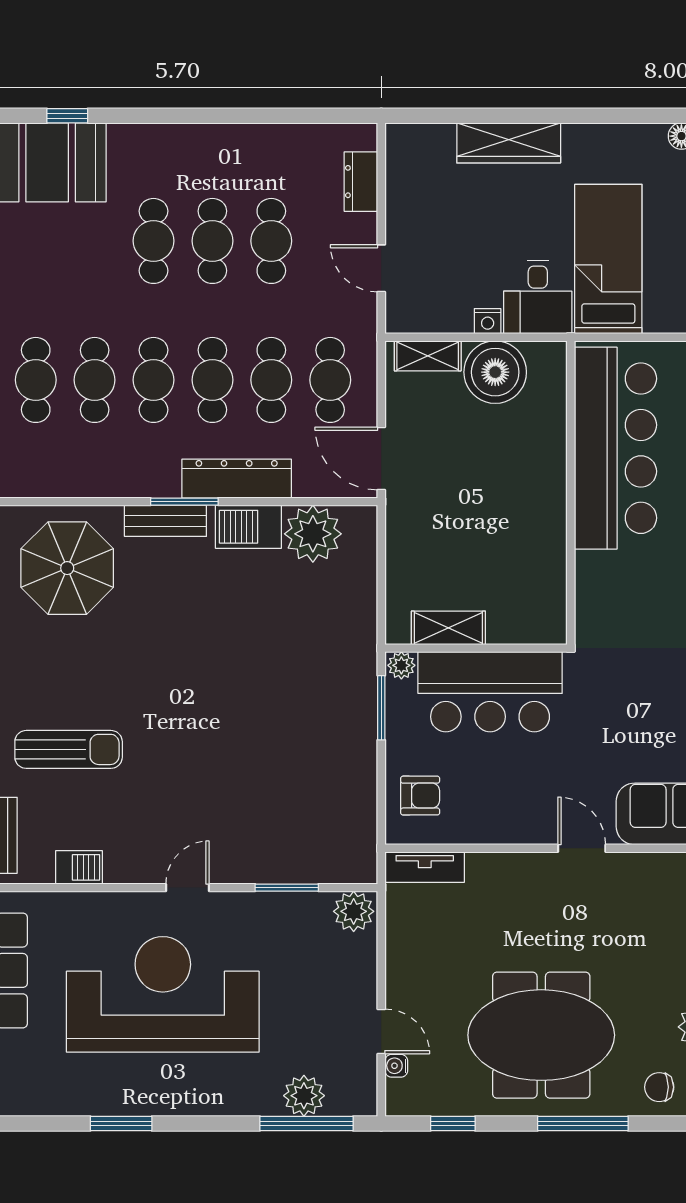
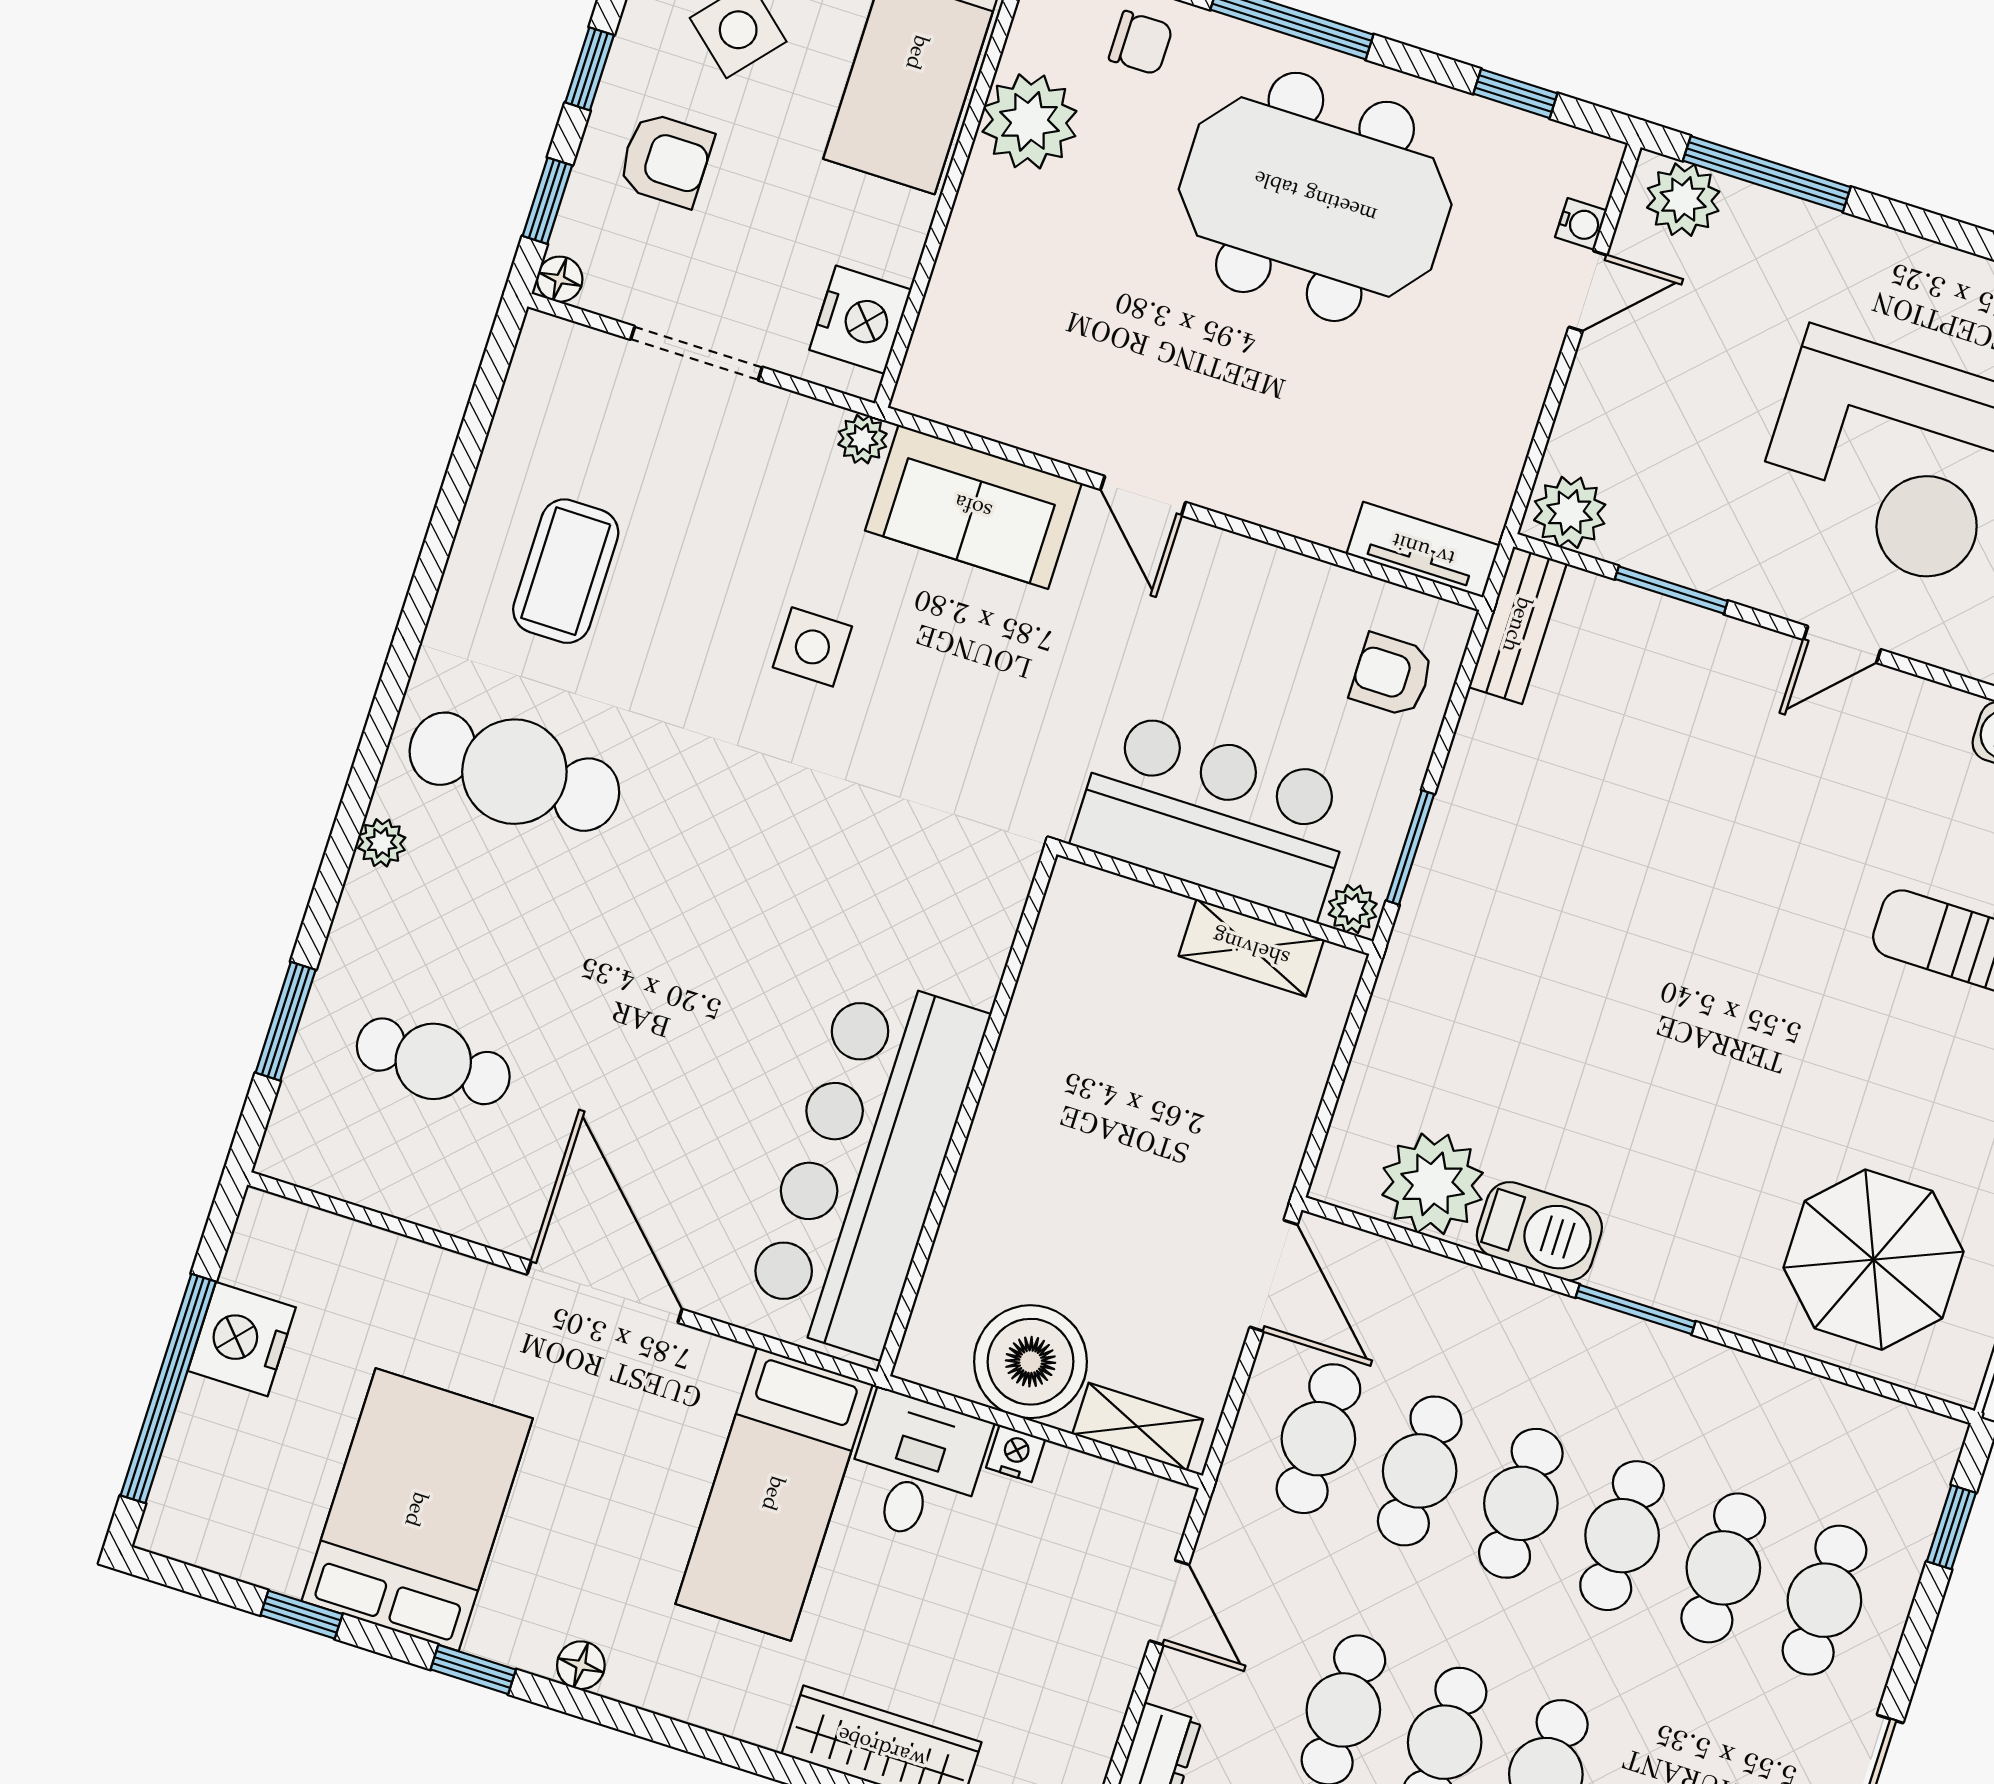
dresser: (237, 479) -> (1533, 1321), removed
bench: (165, 521) -> (1518, 625), moved, turned 90
door: (381, 1031) -> (1588, 291), swing flipped
plant: (304, 1096) -> (1683, 200), moved

